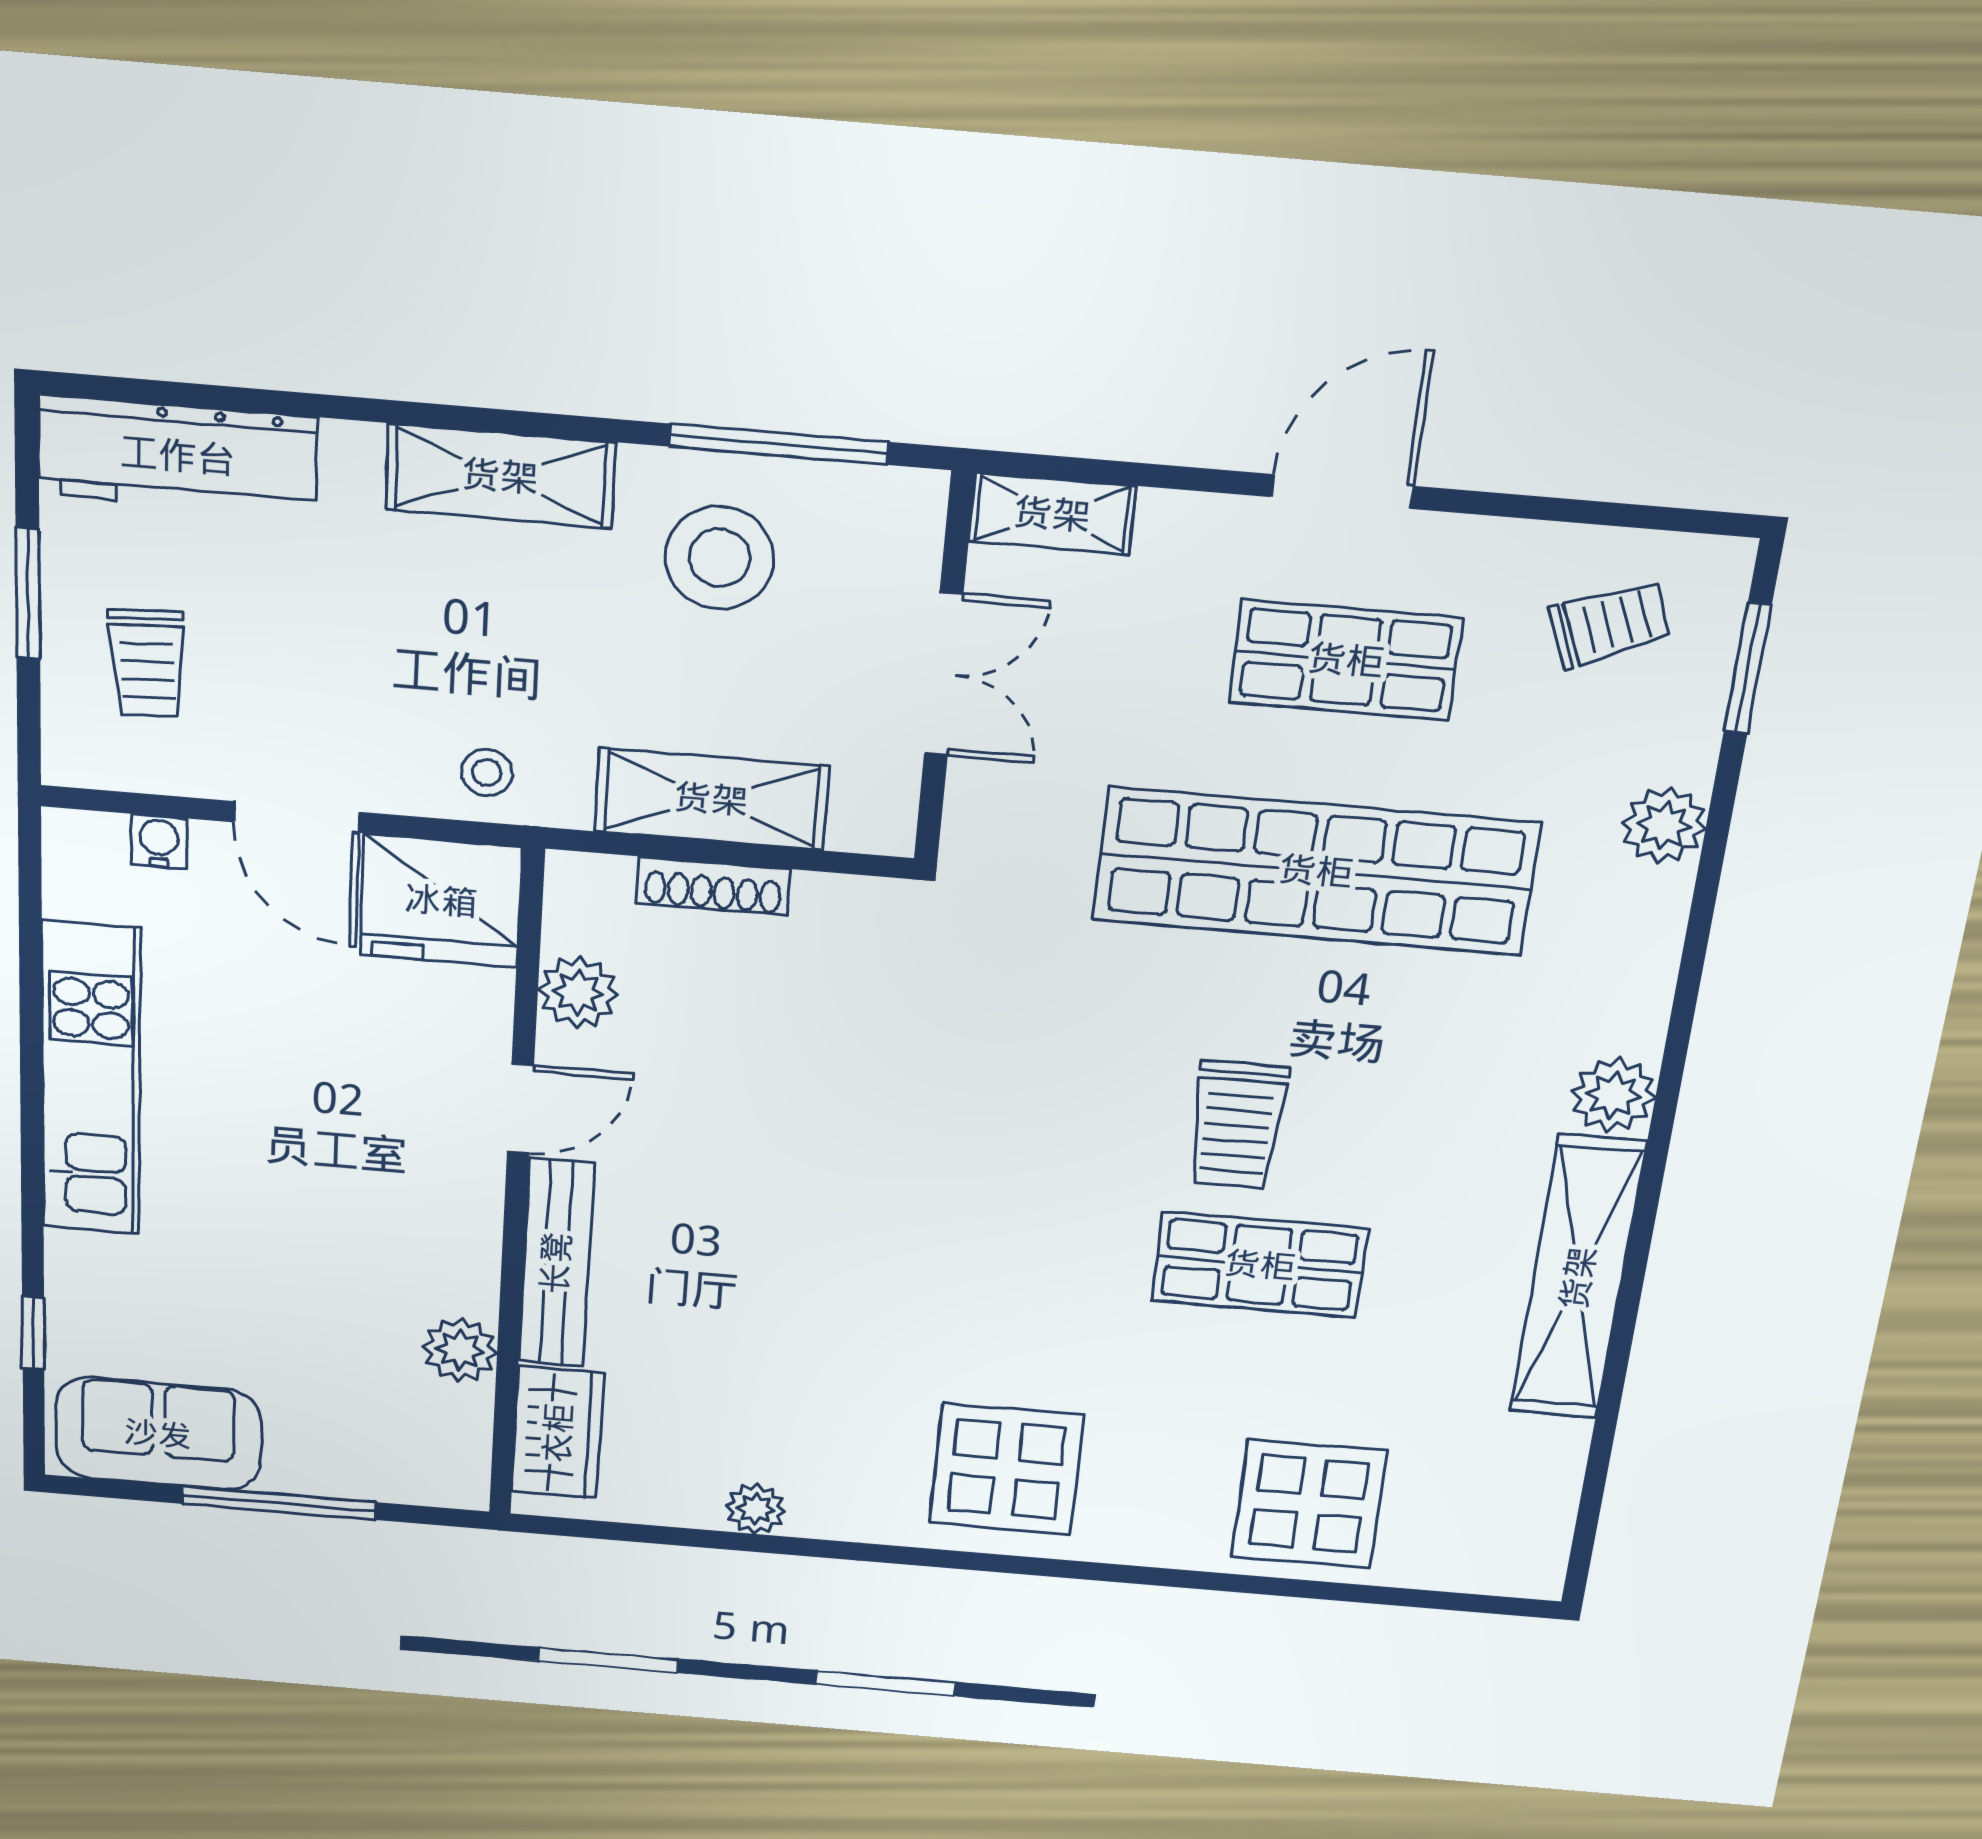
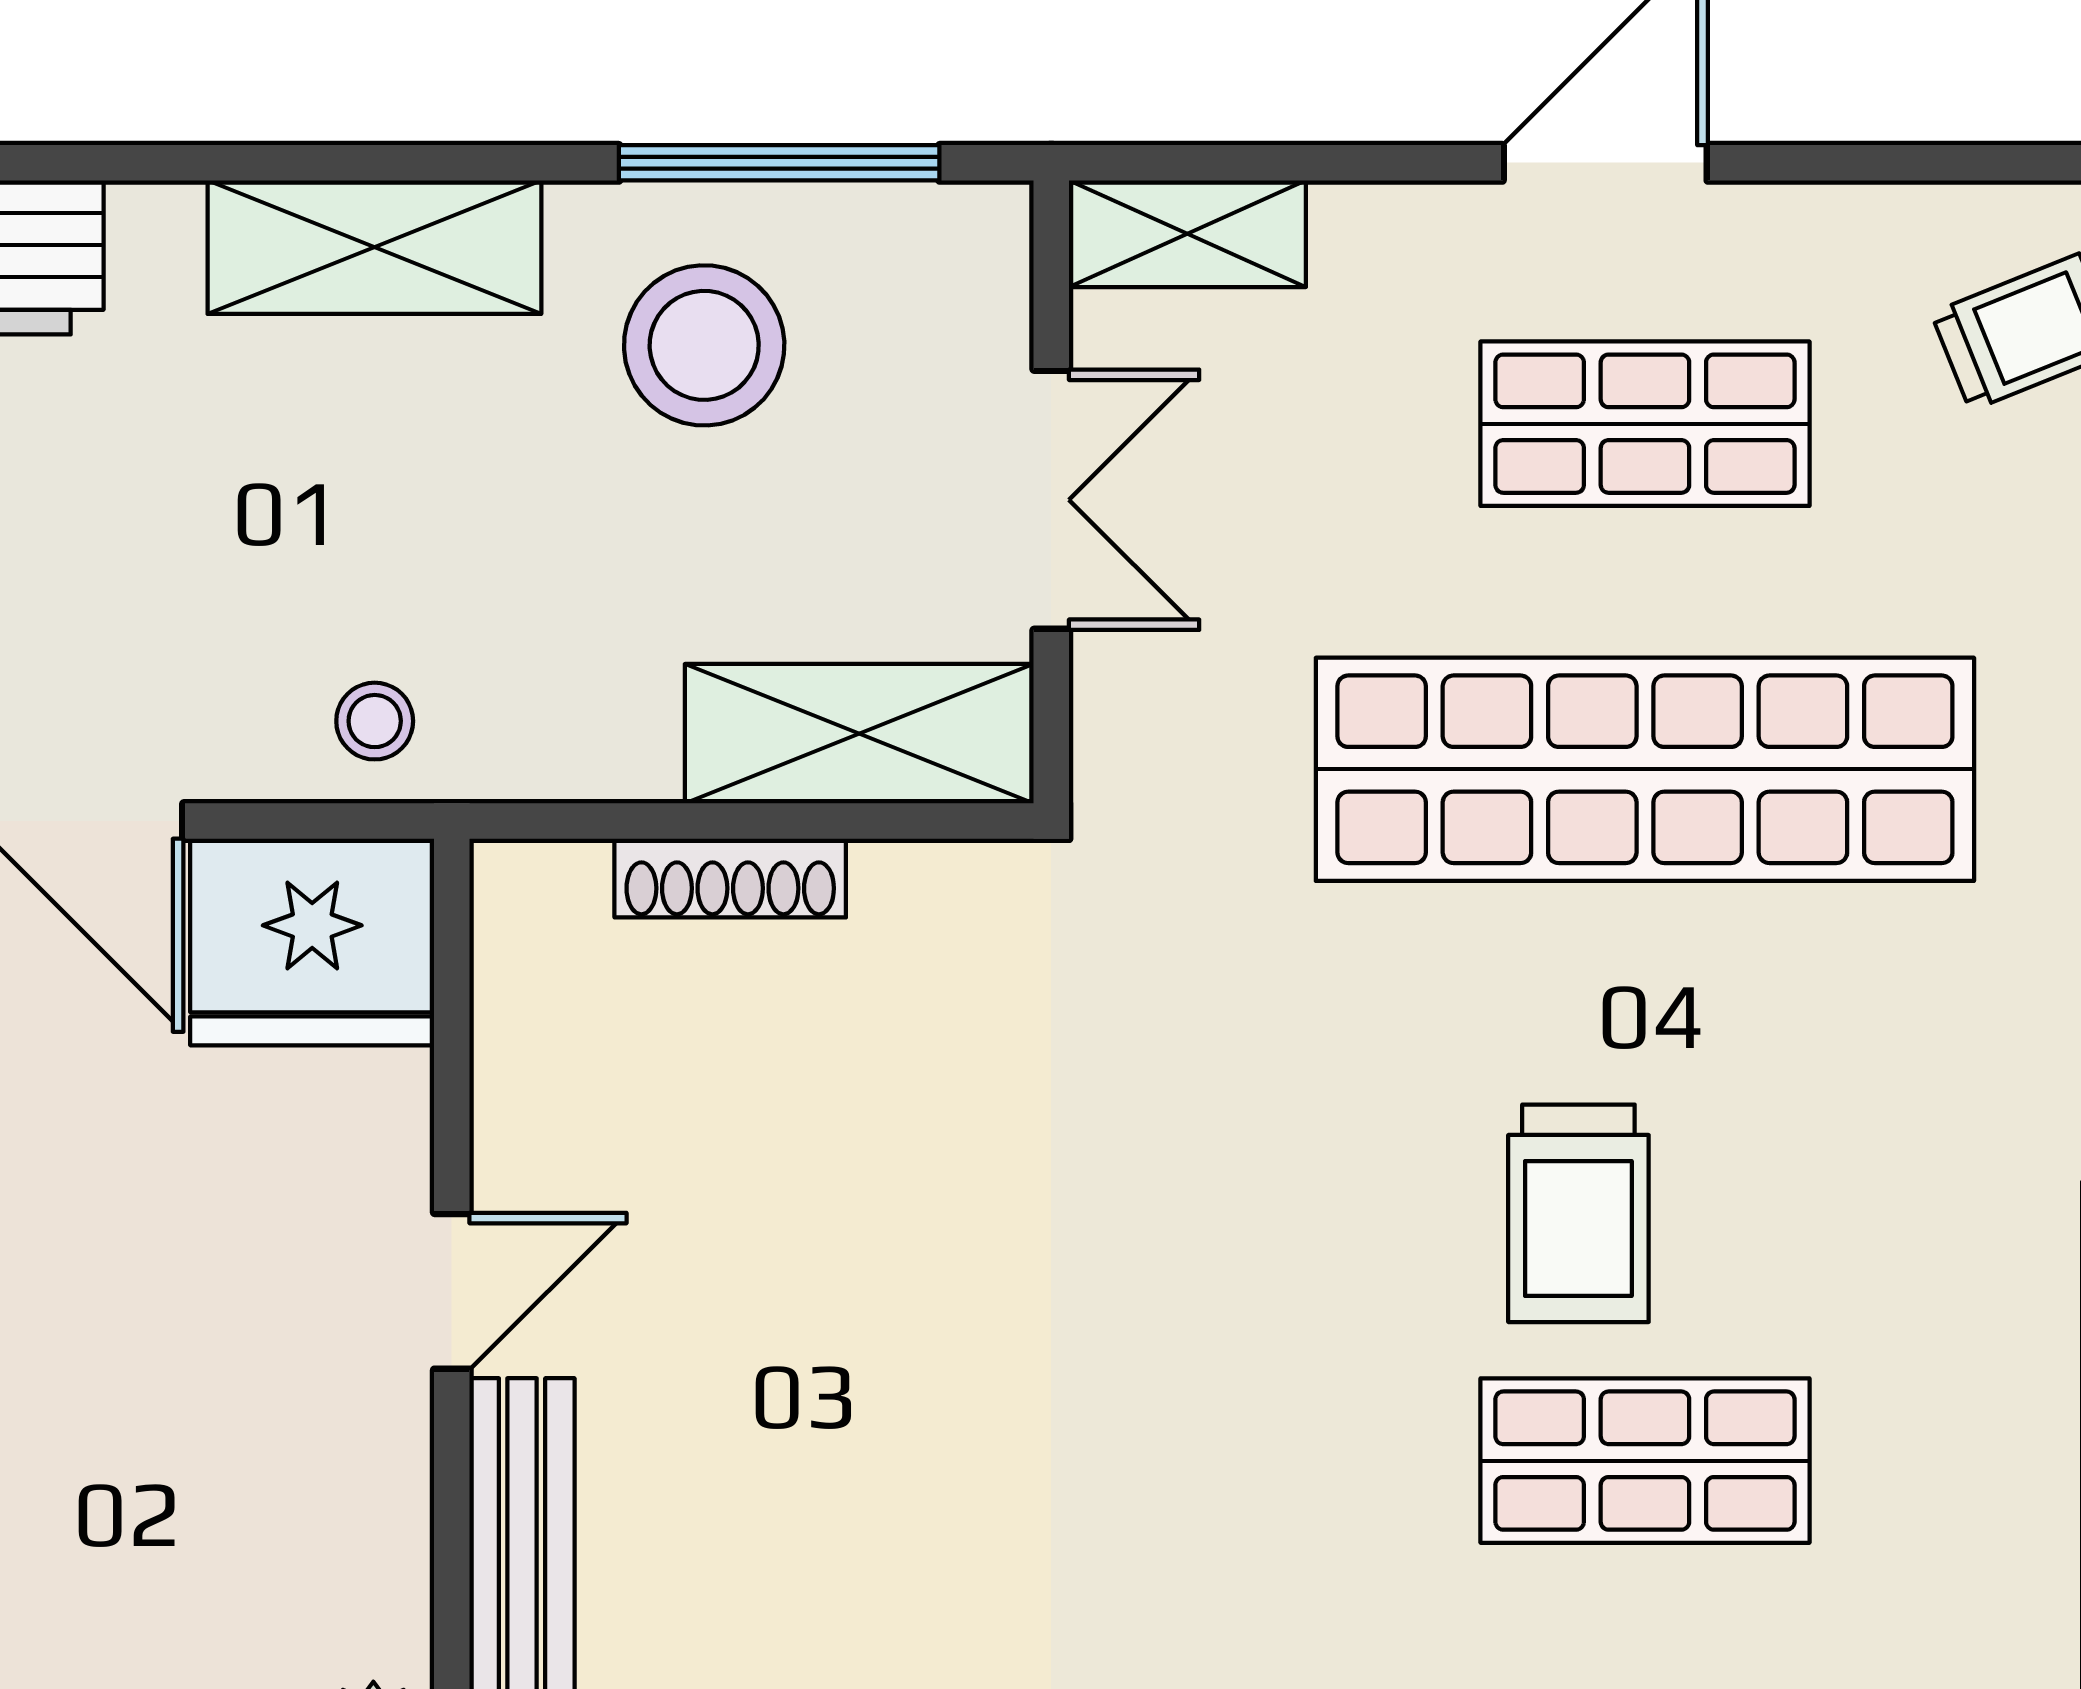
shelving: (711, 799) -> (859, 734), moved
plant: (578, 992) -> (532, 1079), removed

